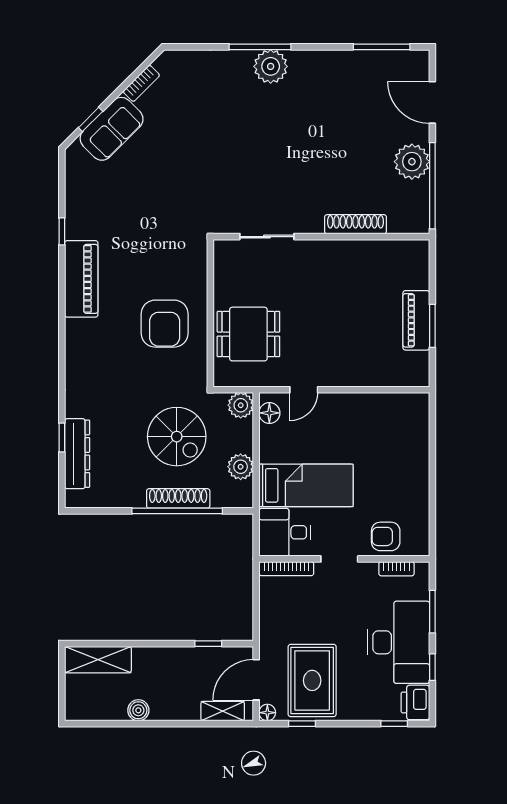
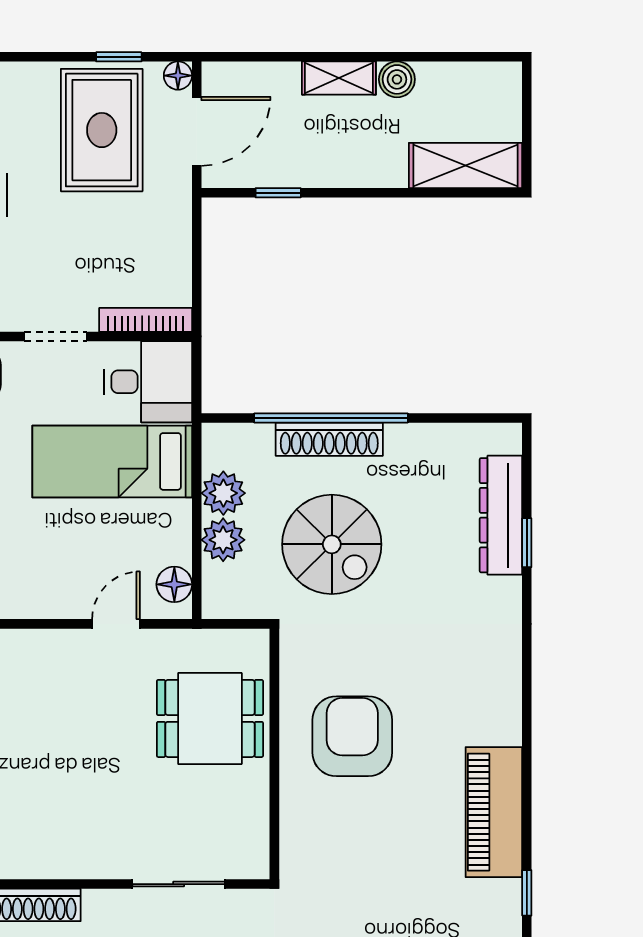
plant: (241, 405) -> (223, 540), moved
spiral stairs: (177, 437) -> (332, 544), turned 180
shelving: (223, 711) -> (339, 78), moved

